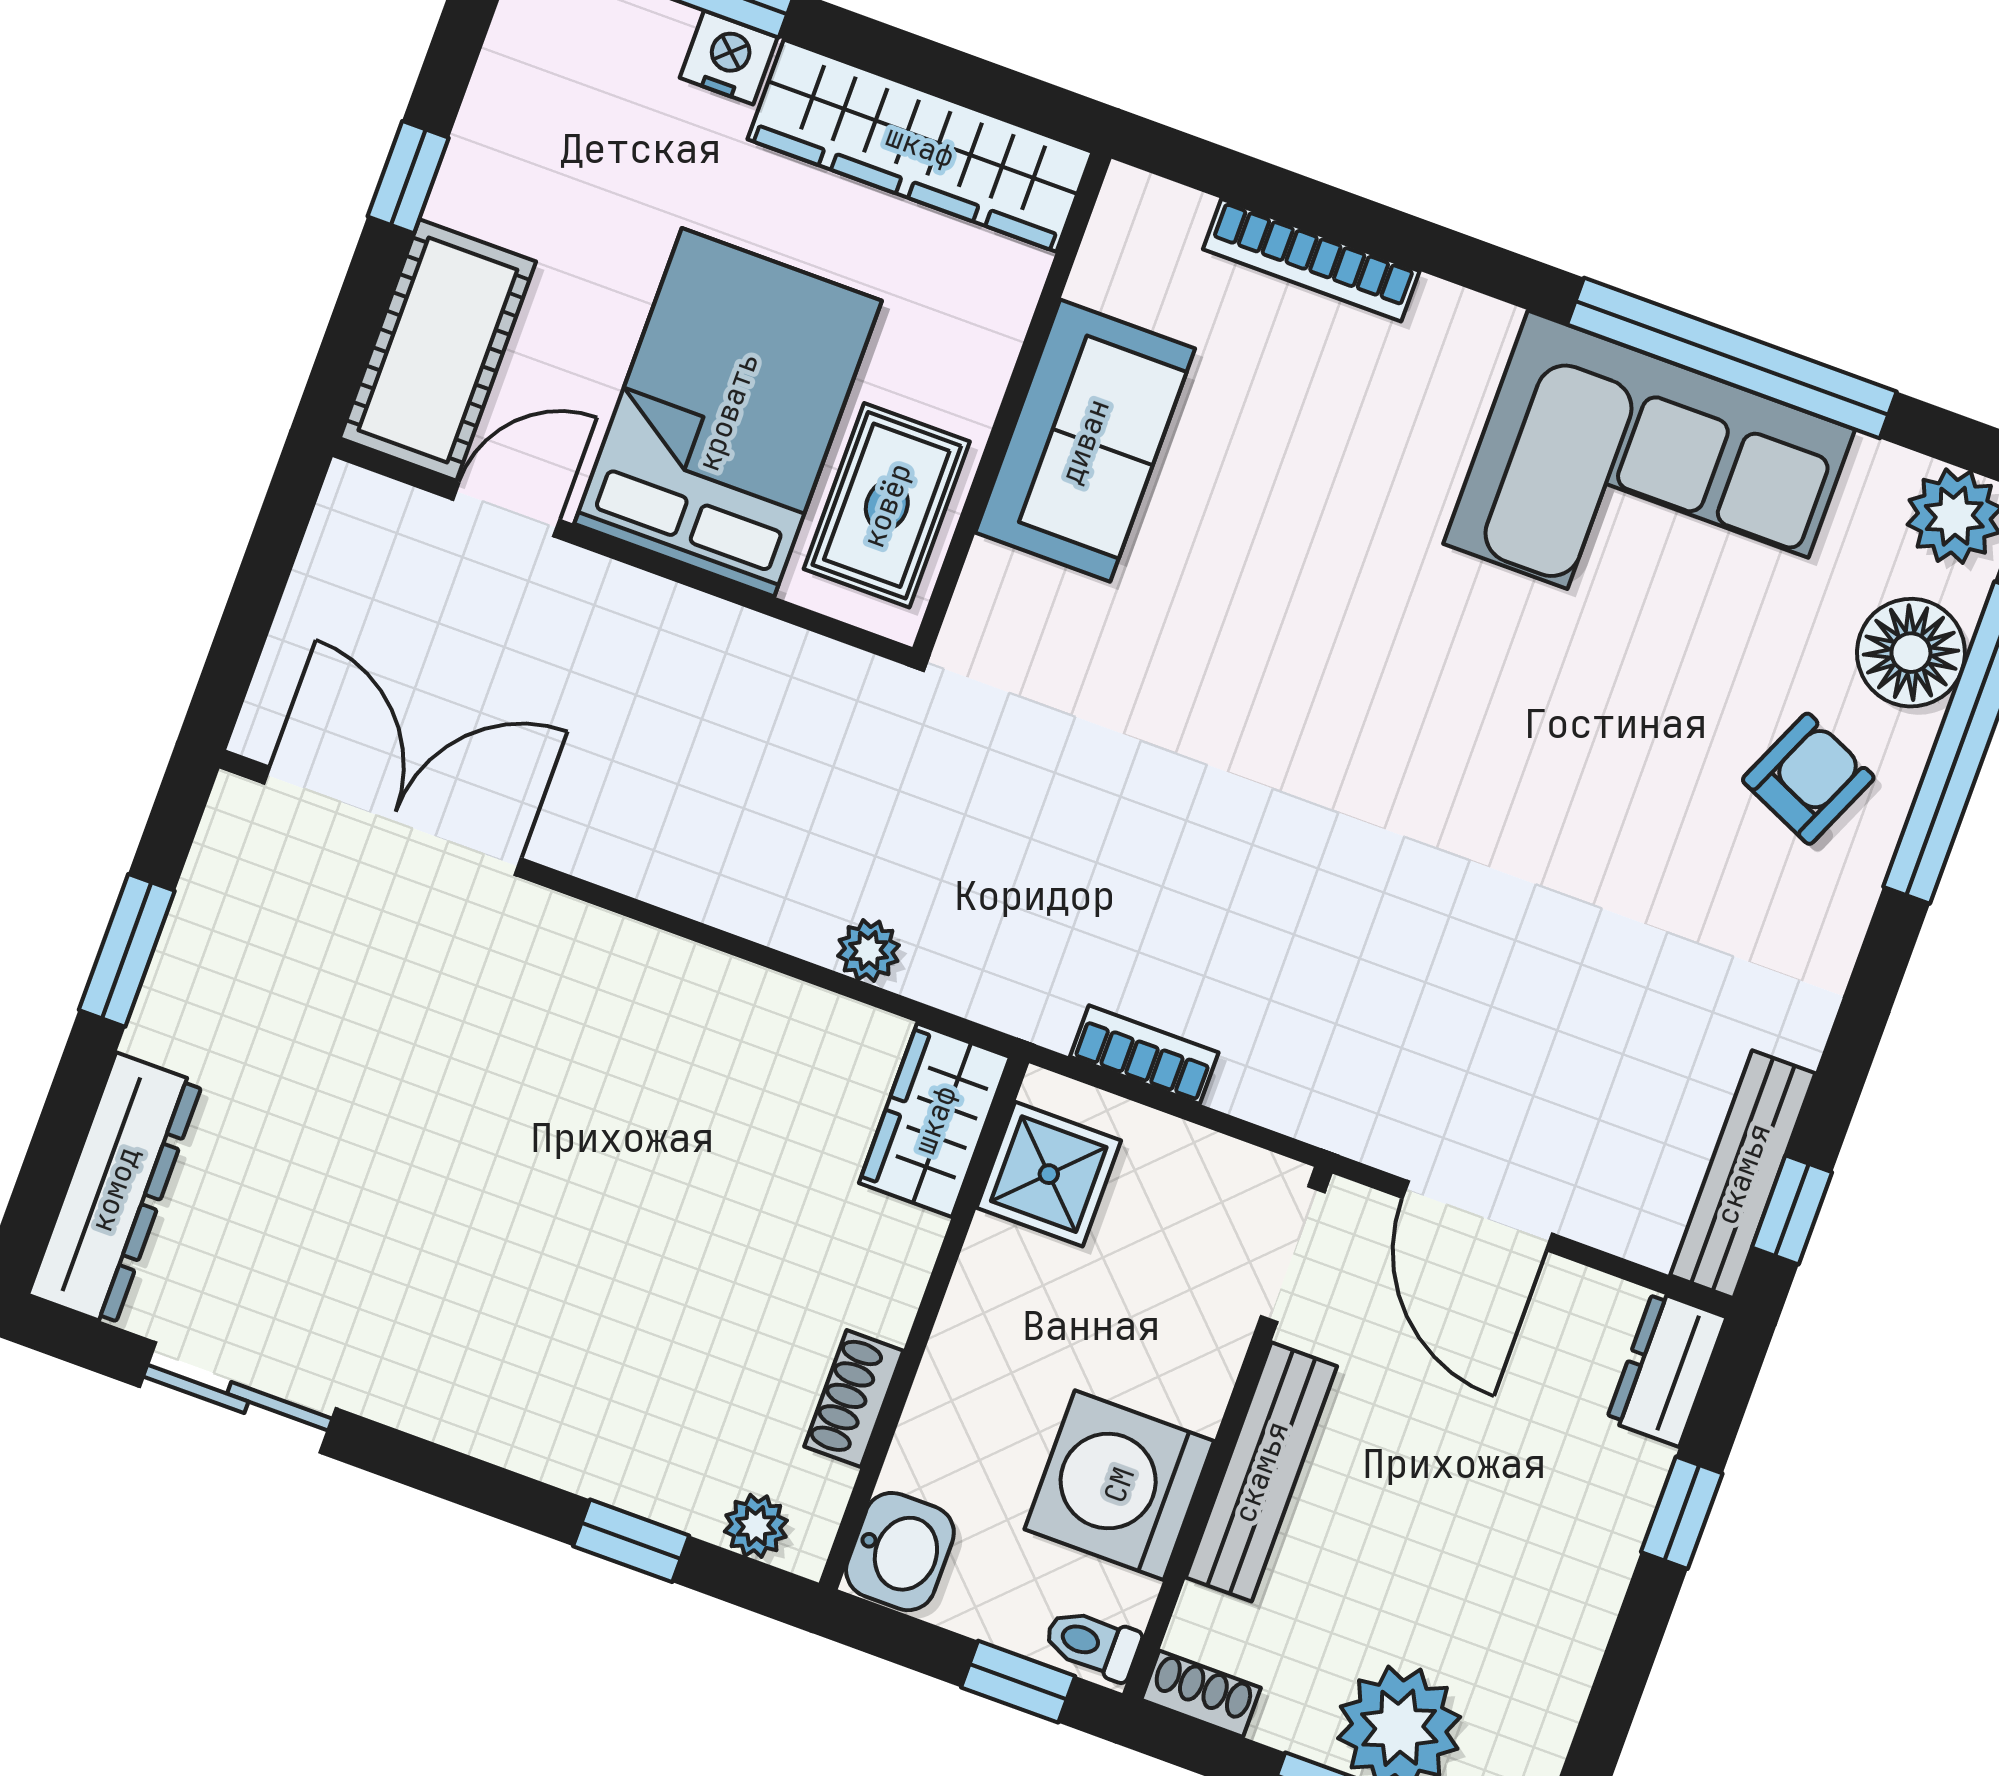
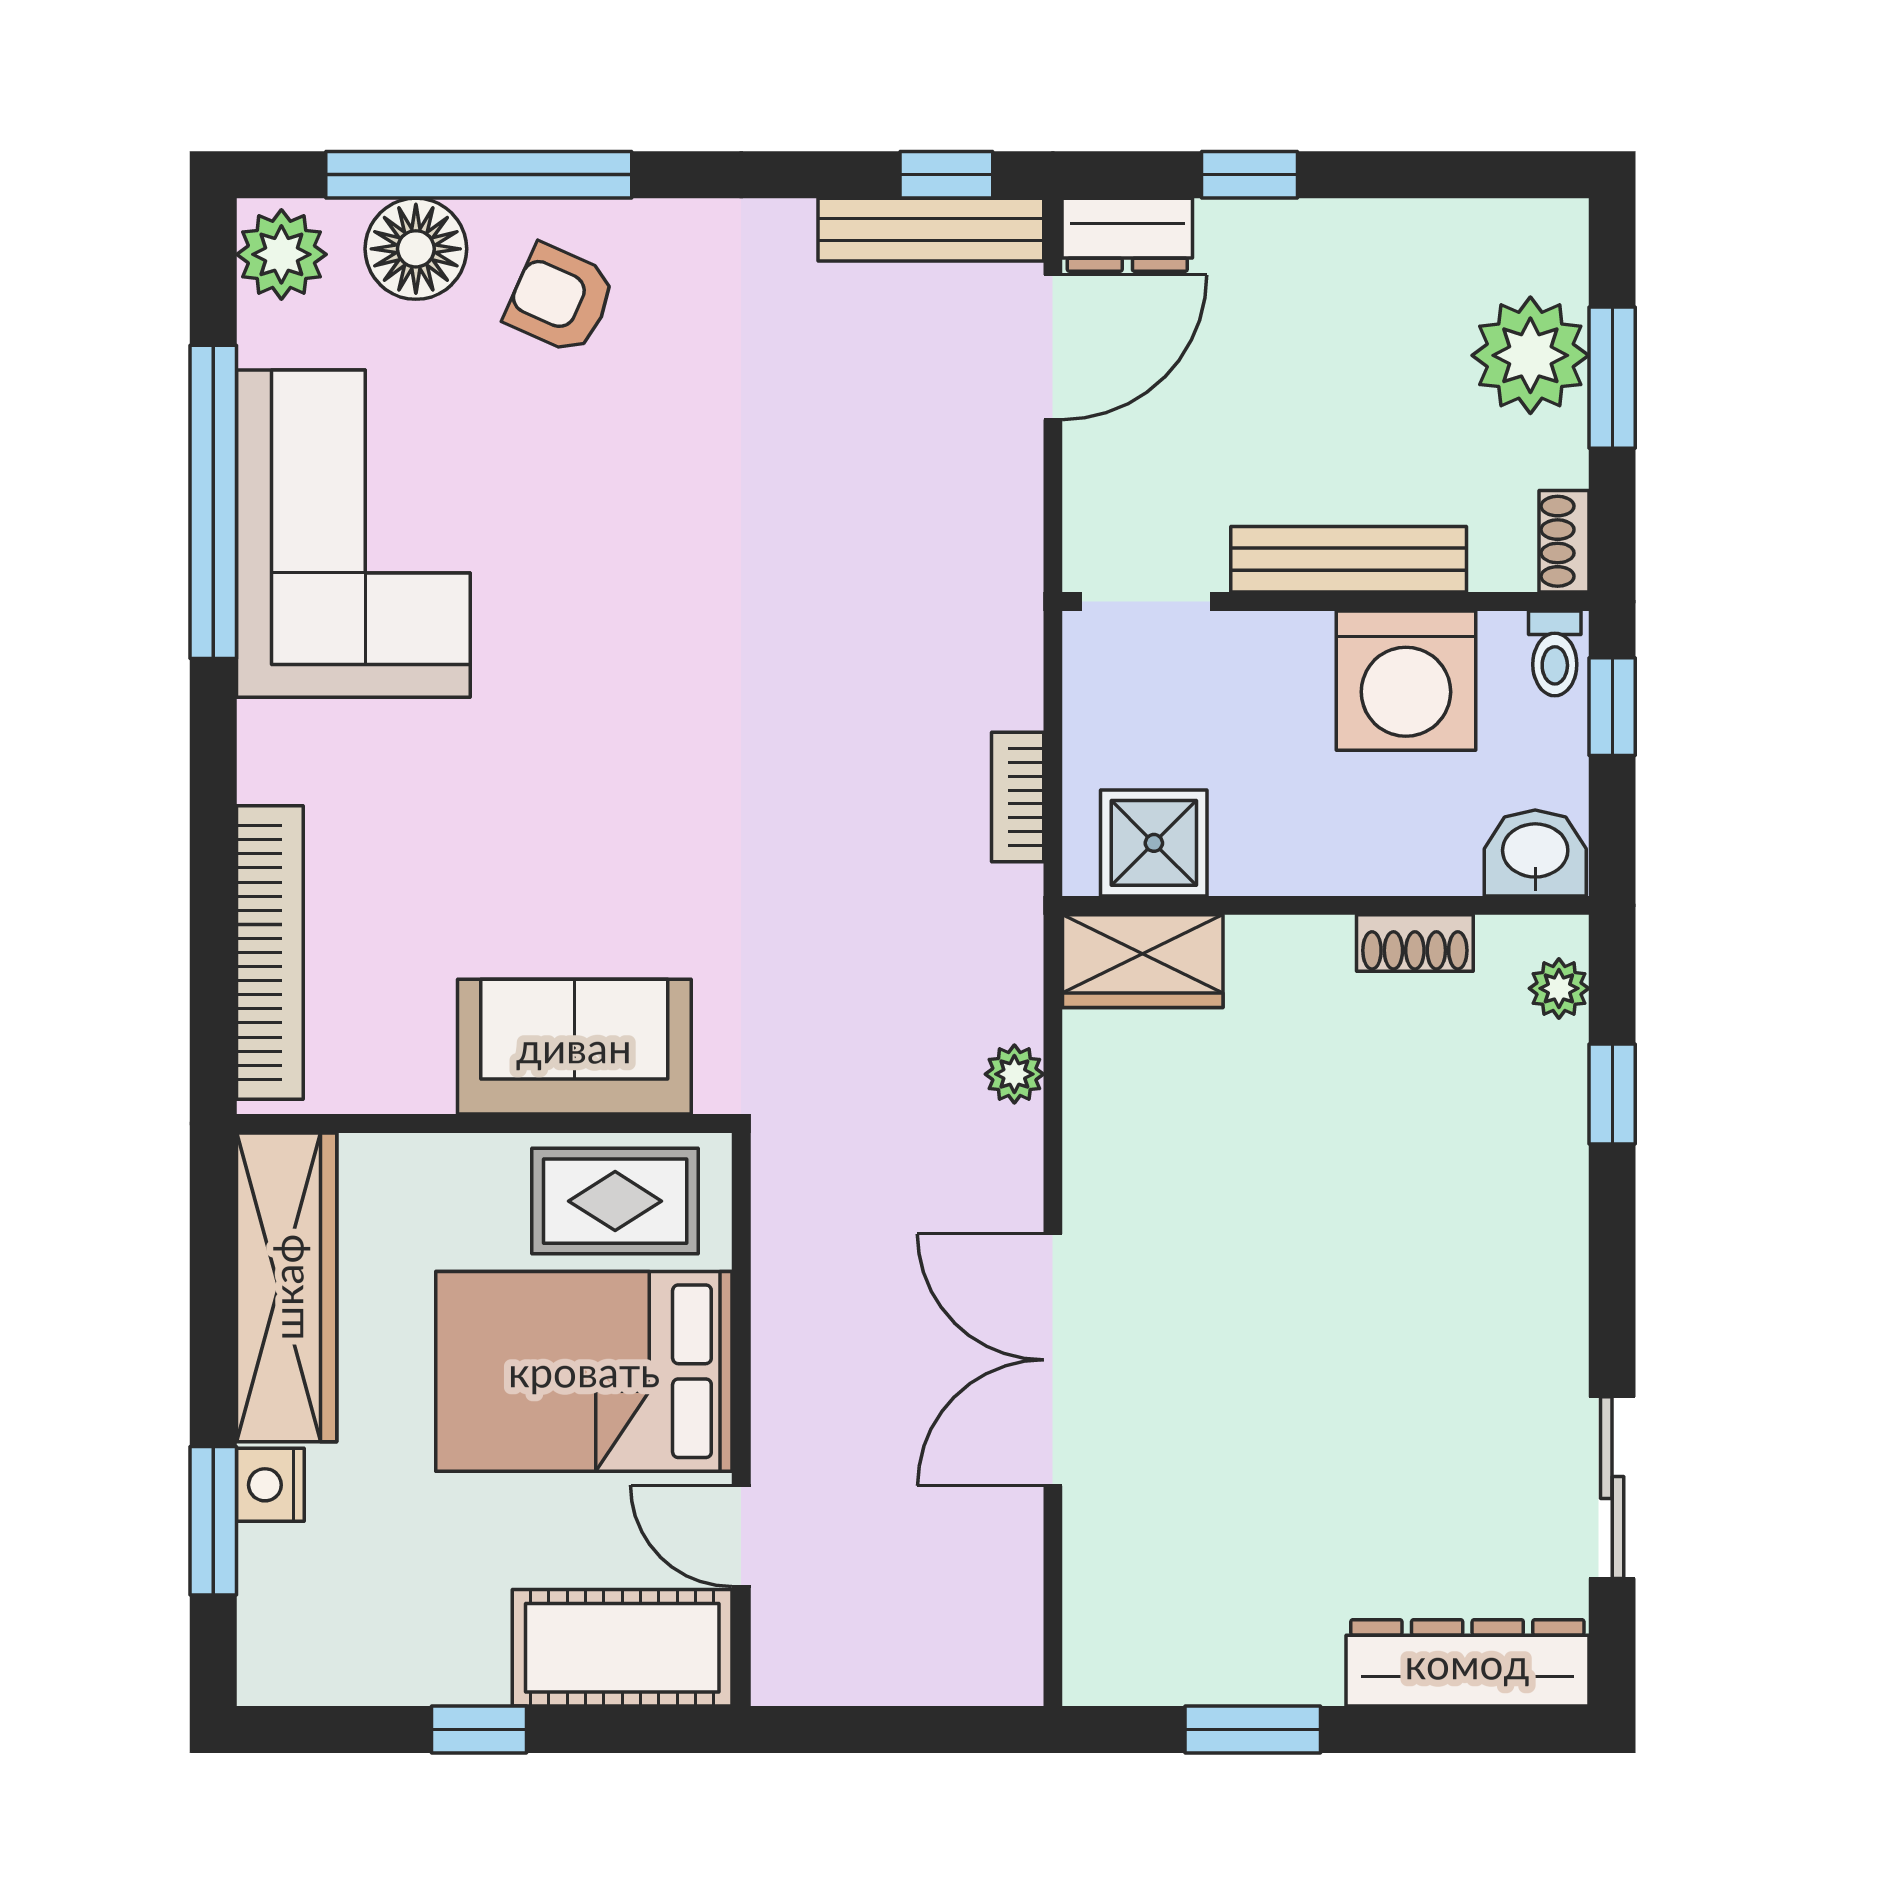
bookcase: (1311, 260) -> (270, 953), width x1.48, depth x1.31
sofa: (1085, 441) -> (574, 1047), moved
double door: (393, 821) -> (1053, 1360), moved
door: (1477, 1216) -> (1053, 347), moved

